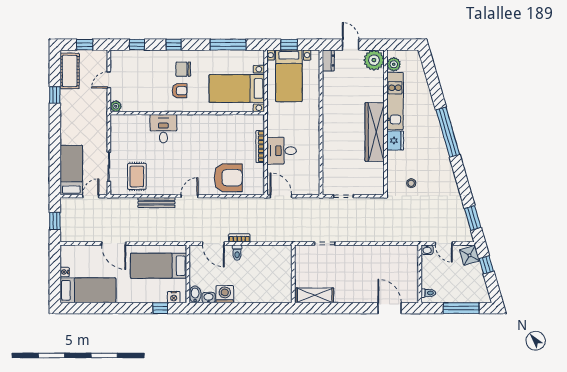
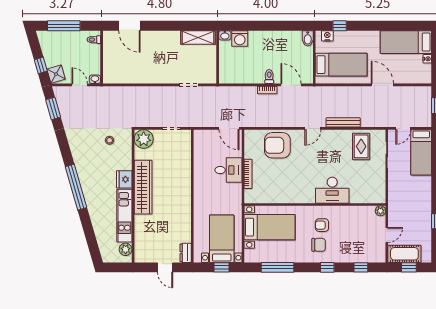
plant: (374, 60) -> (144, 139), moved
cot: (70, 71) -> (404, 254), moved, turned 90
desk: (163, 129) -> (332, 190), width x1.37
washing machine: (225, 294) -> (240, 39), moved
washbasin: (209, 298) -> (225, 35), moved

